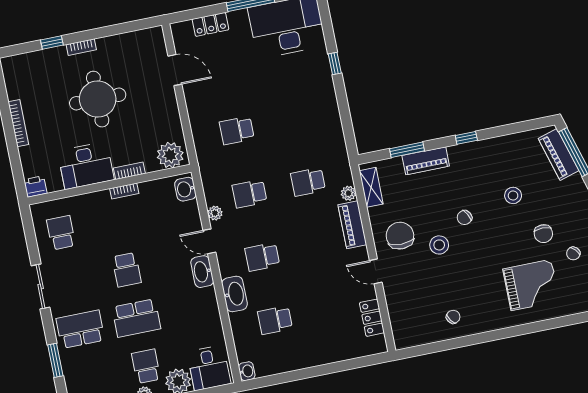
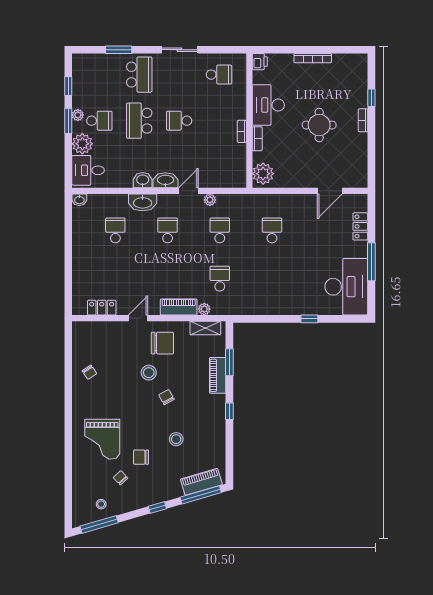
round table: (98, 99) -> (319, 125), width x0.73, depth x0.73
washbasin: (185, 189) -> (143, 180), moved

